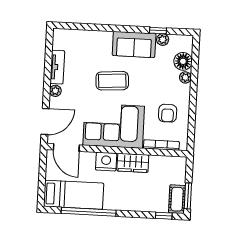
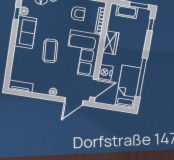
tv unit: (57, 67) -> (21, 86), moved
door: (45, 121) -> (74, 101), swing flipped
nightstand: (106, 162) -> (105, 72), moved
cot: (177, 199) -> (127, 11), moved

